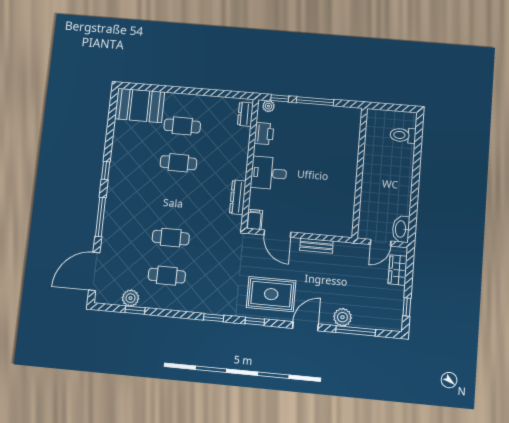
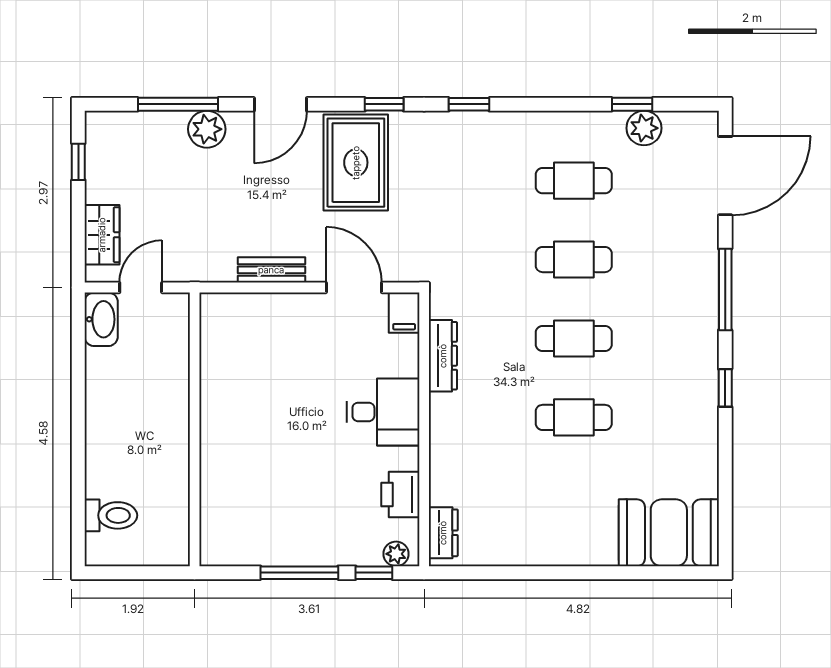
cafe table: (182, 126) -> (574, 338), moved
rug: (271, 294) -> (356, 163), turned 90

